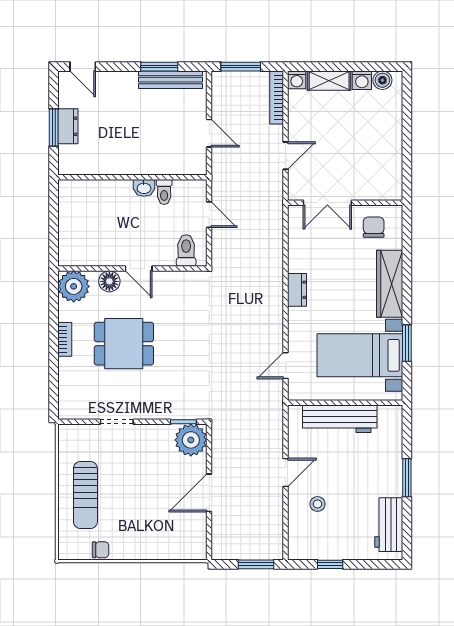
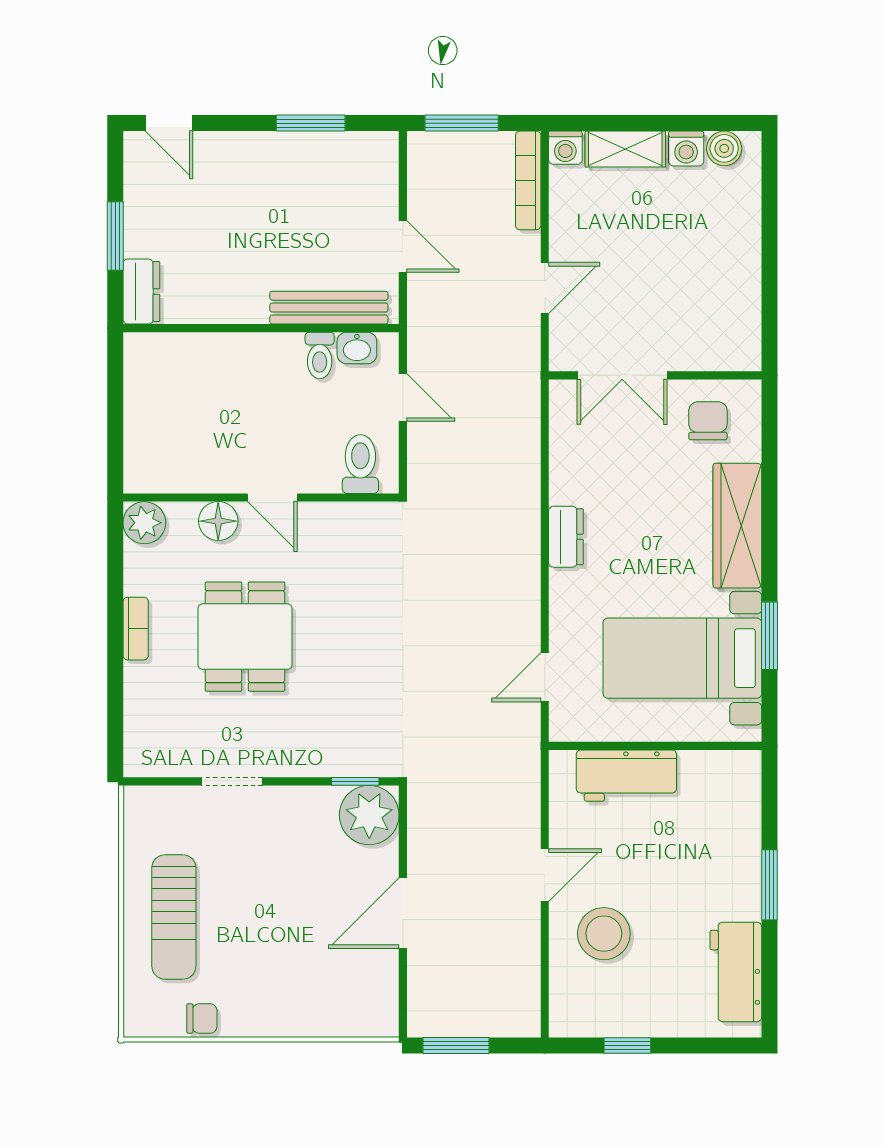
bench: (171, 80) -> (329, 308), moved
dresser: (68, 126) -> (141, 292), moved
washbasin: (144, 188) -> (357, 348), moved
plant: (74, 286) -> (144, 523), width x0.73, depth x0.73
dining table: (124, 344) -> (245, 637), turned 90
workbench: (340, 419) -> (626, 776), width x0.73
stool: (318, 504) -> (604, 934), width x1.89, depth x1.89
window: (256, 564) -> (456, 1045), moved

